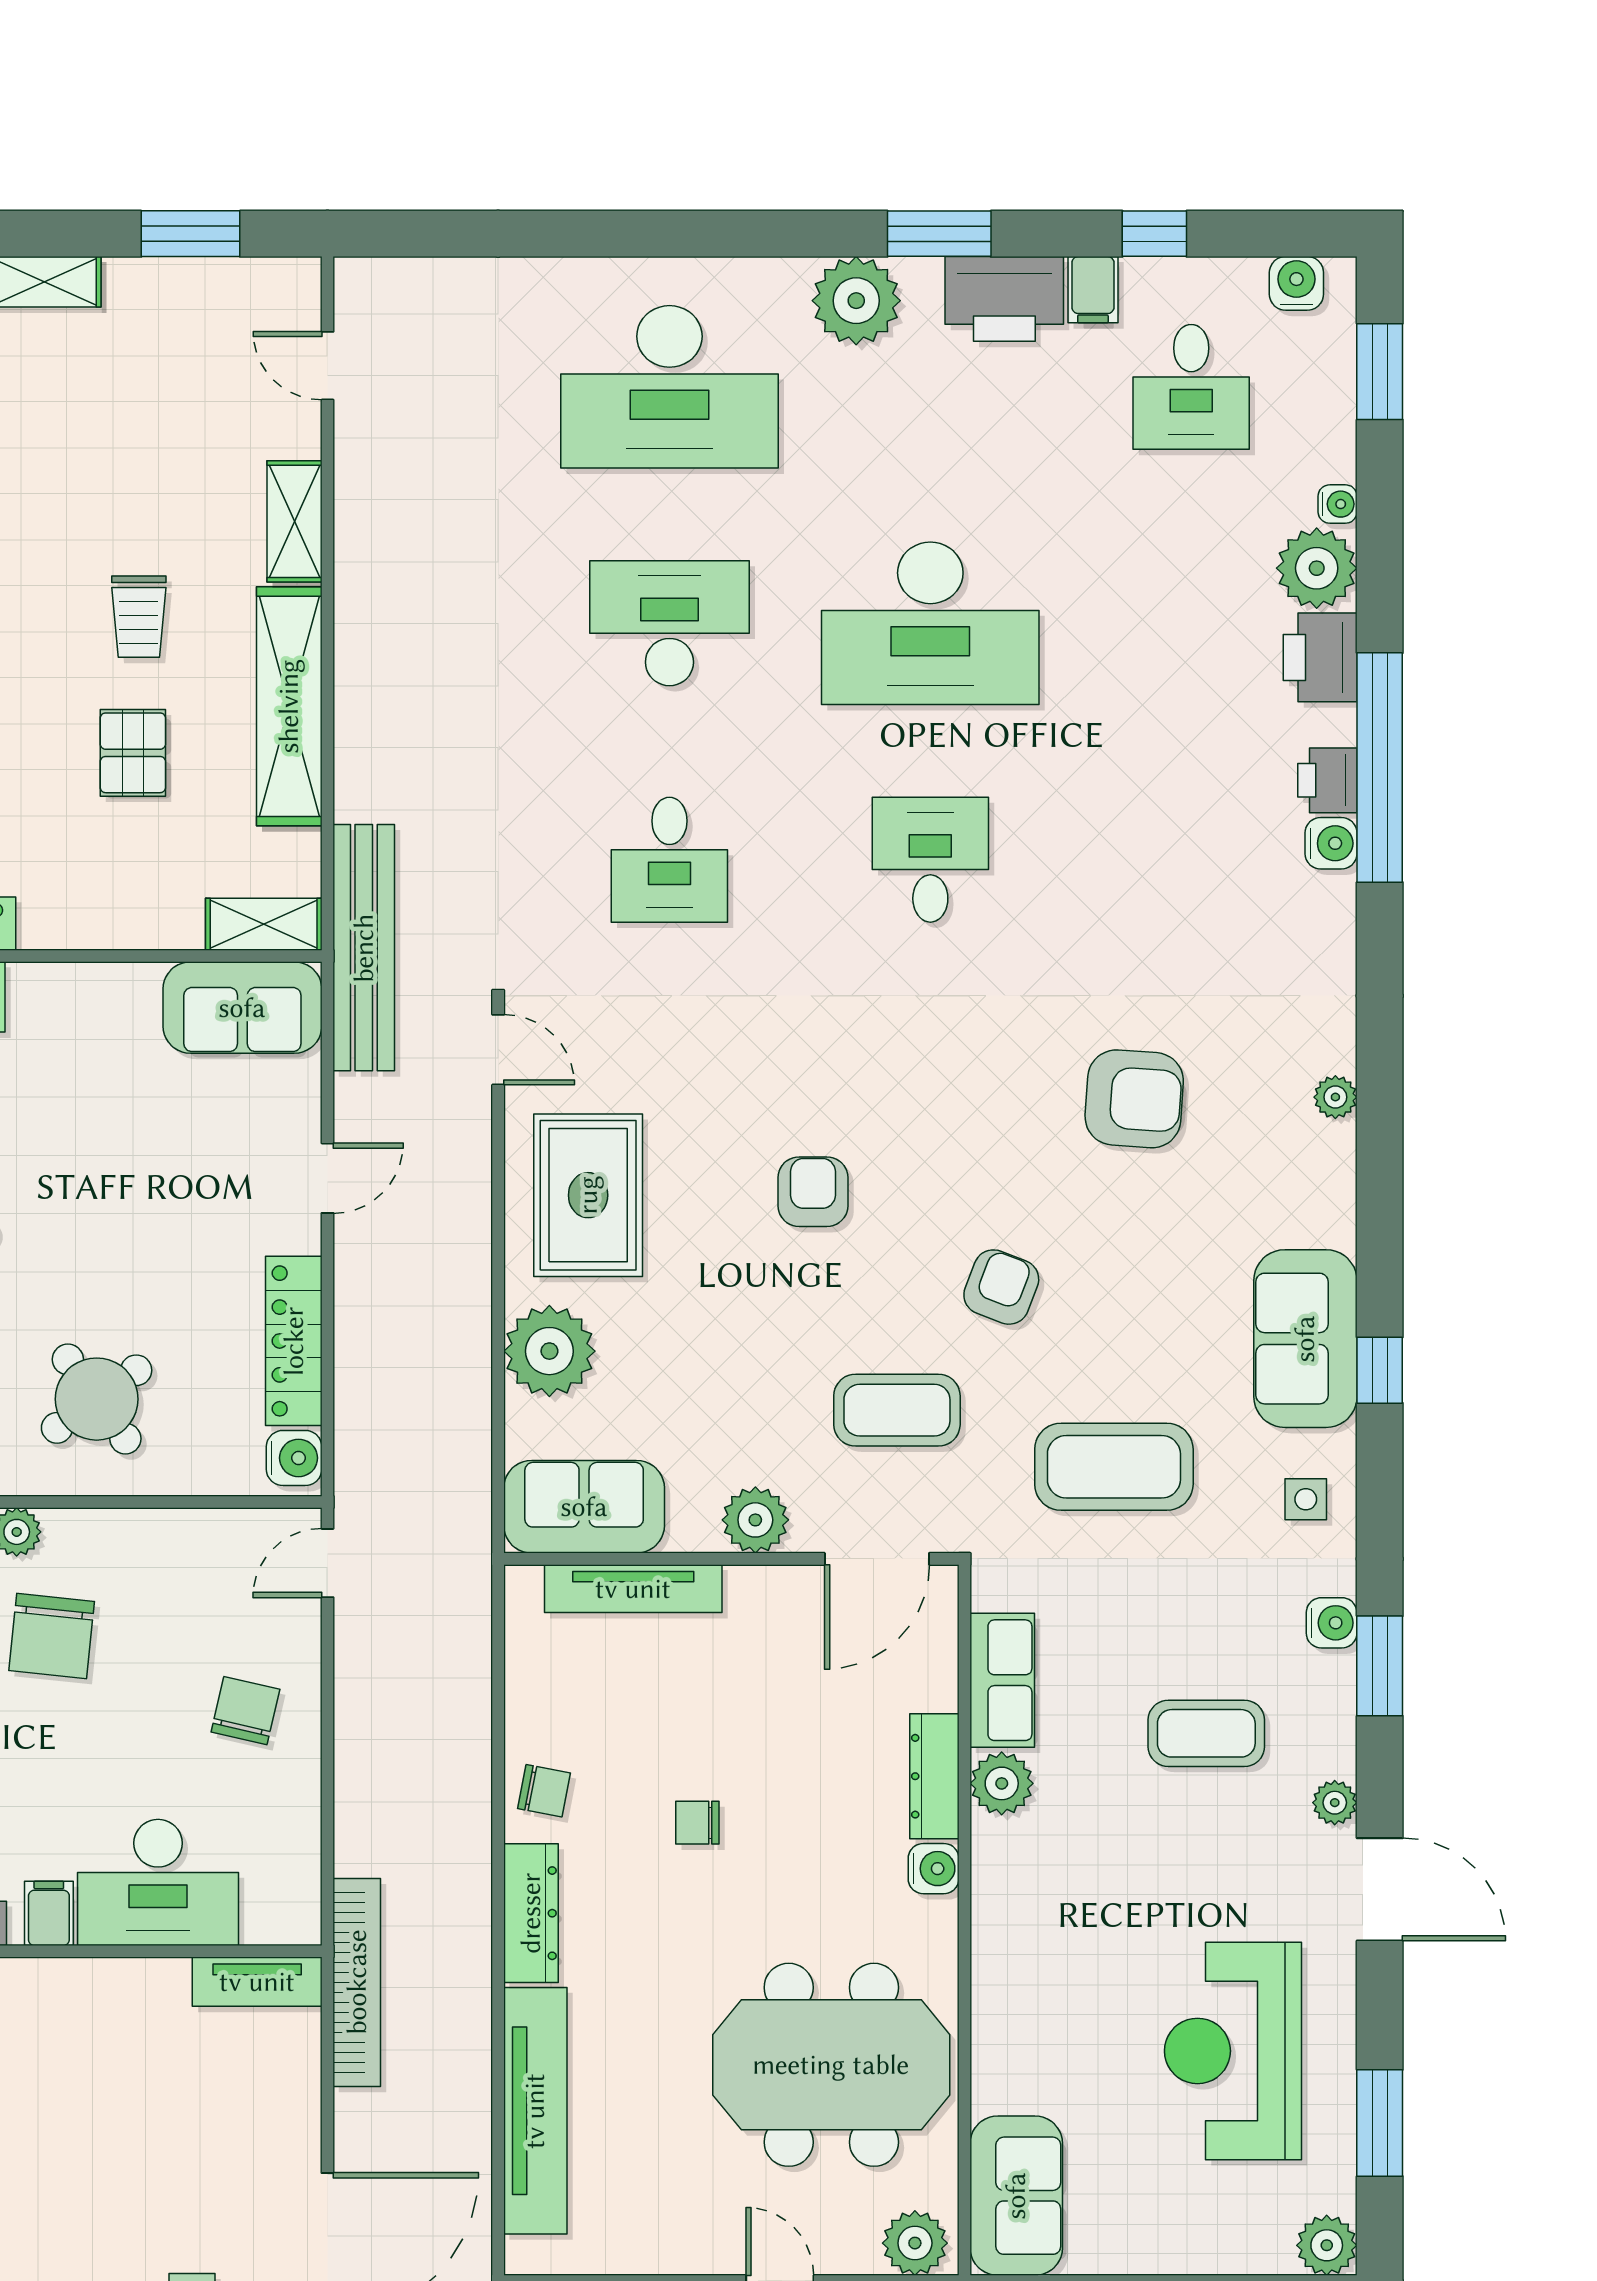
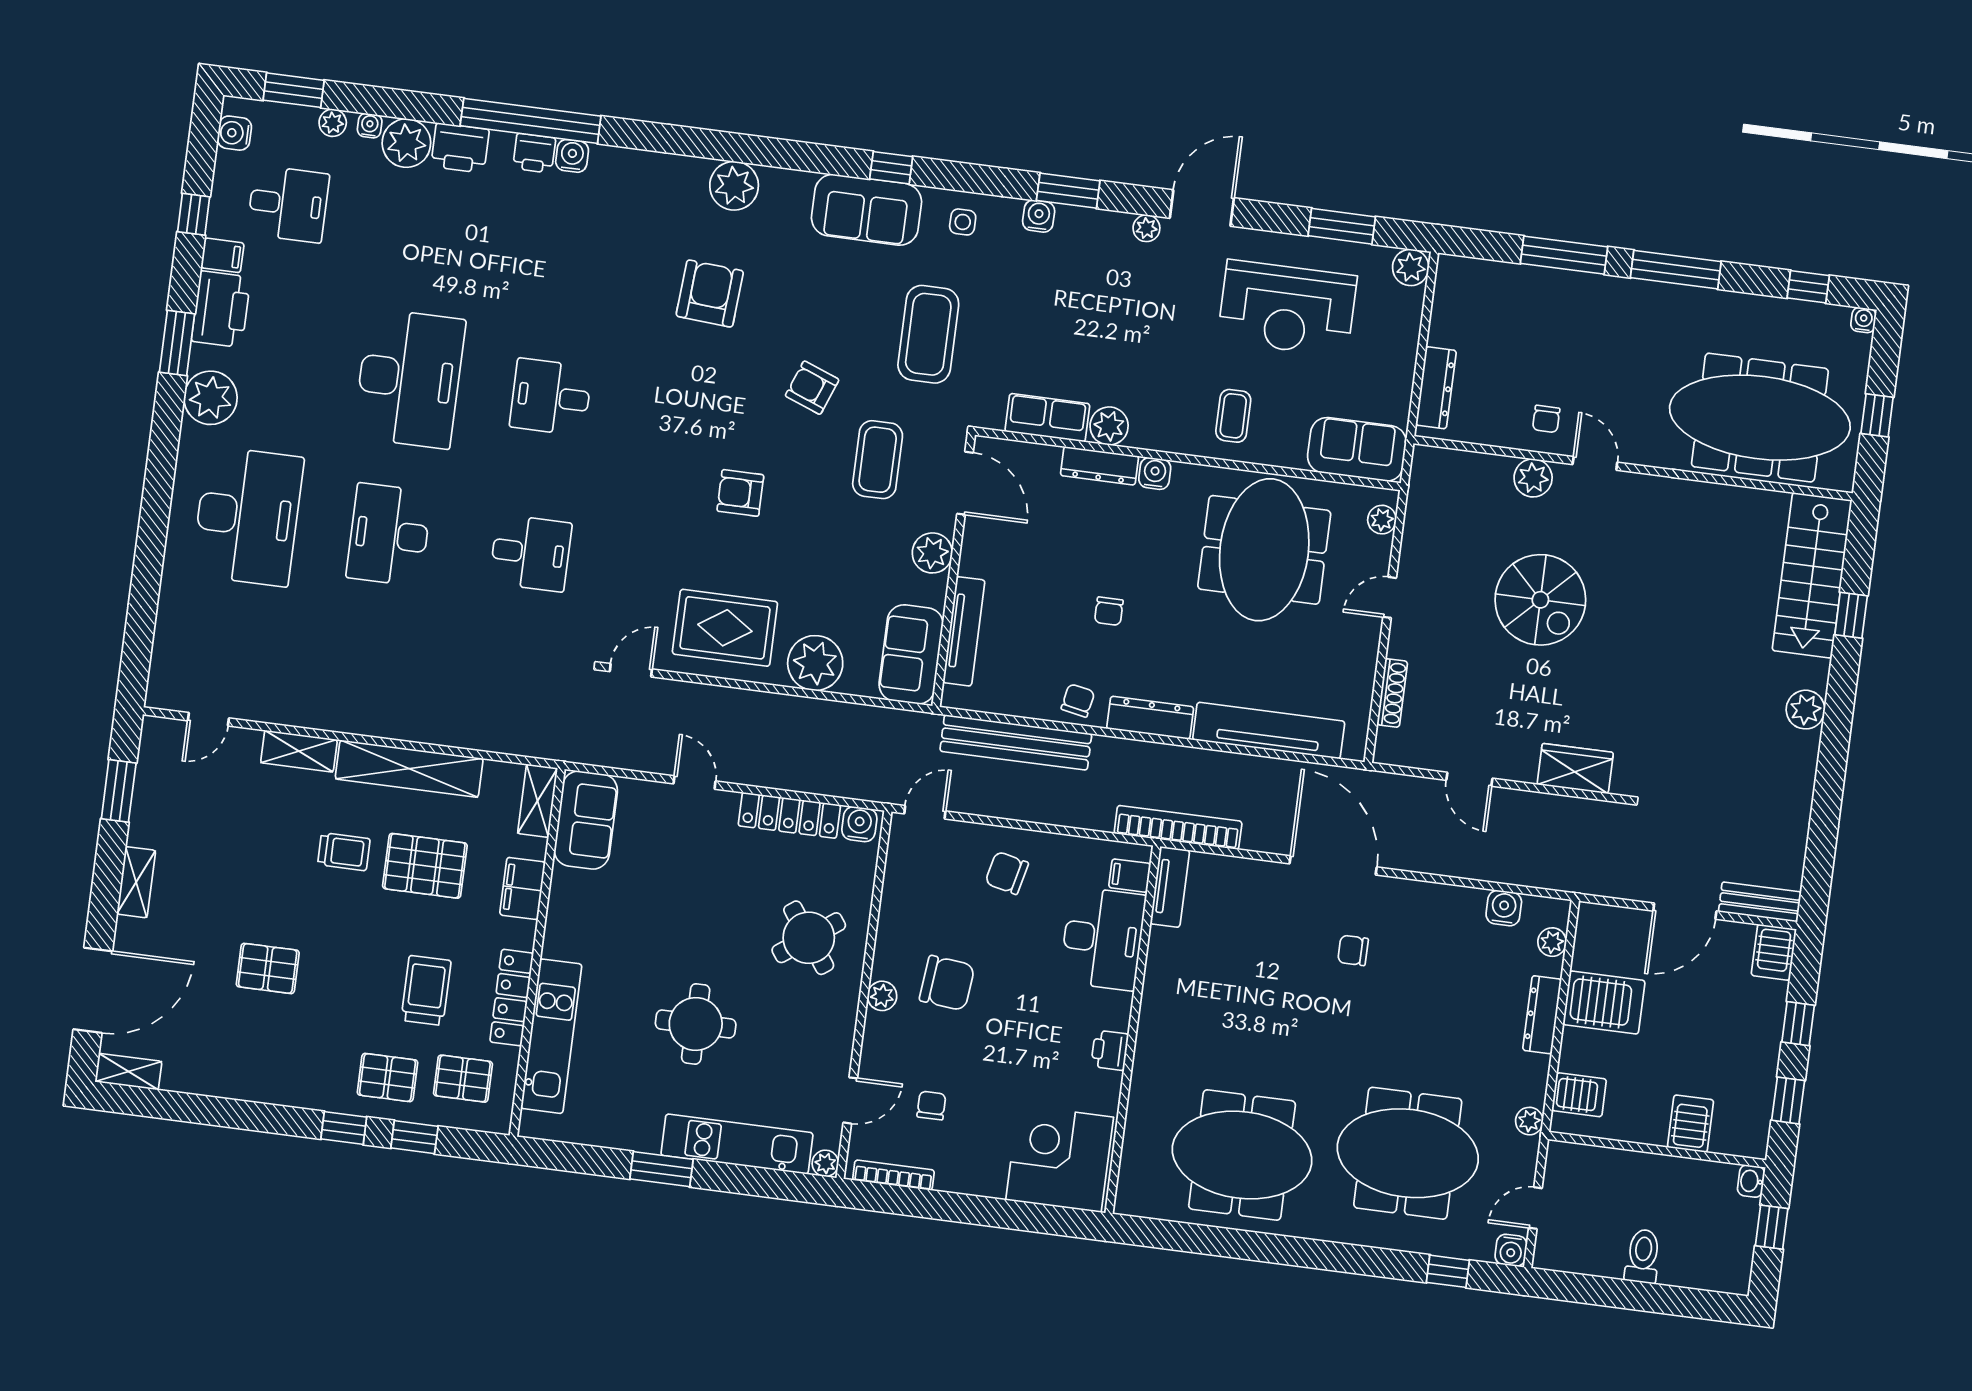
plant: (1334, 443) -> (333, 123), added
pallet: (133, 753) -> (425, 866), width x1.50, depth x1.42
filing cabinet: (116, 918) -> (523, 888), added
bench: (364, 948) -> (1016, 742), moved
plant: (1335, 1097) -> (734, 186), width x1.88, depth x1.88
door: (327, 1563) -> (925, 812), swing flipped
coffee table: (1206, 1733) -> (1233, 416), moved, width x0.73, depth x0.77
filing cabinet: (49, 1913) -> (1130, 876), moved
plant: (915, 2243) -> (1382, 520), width x0.73, depth x0.73

